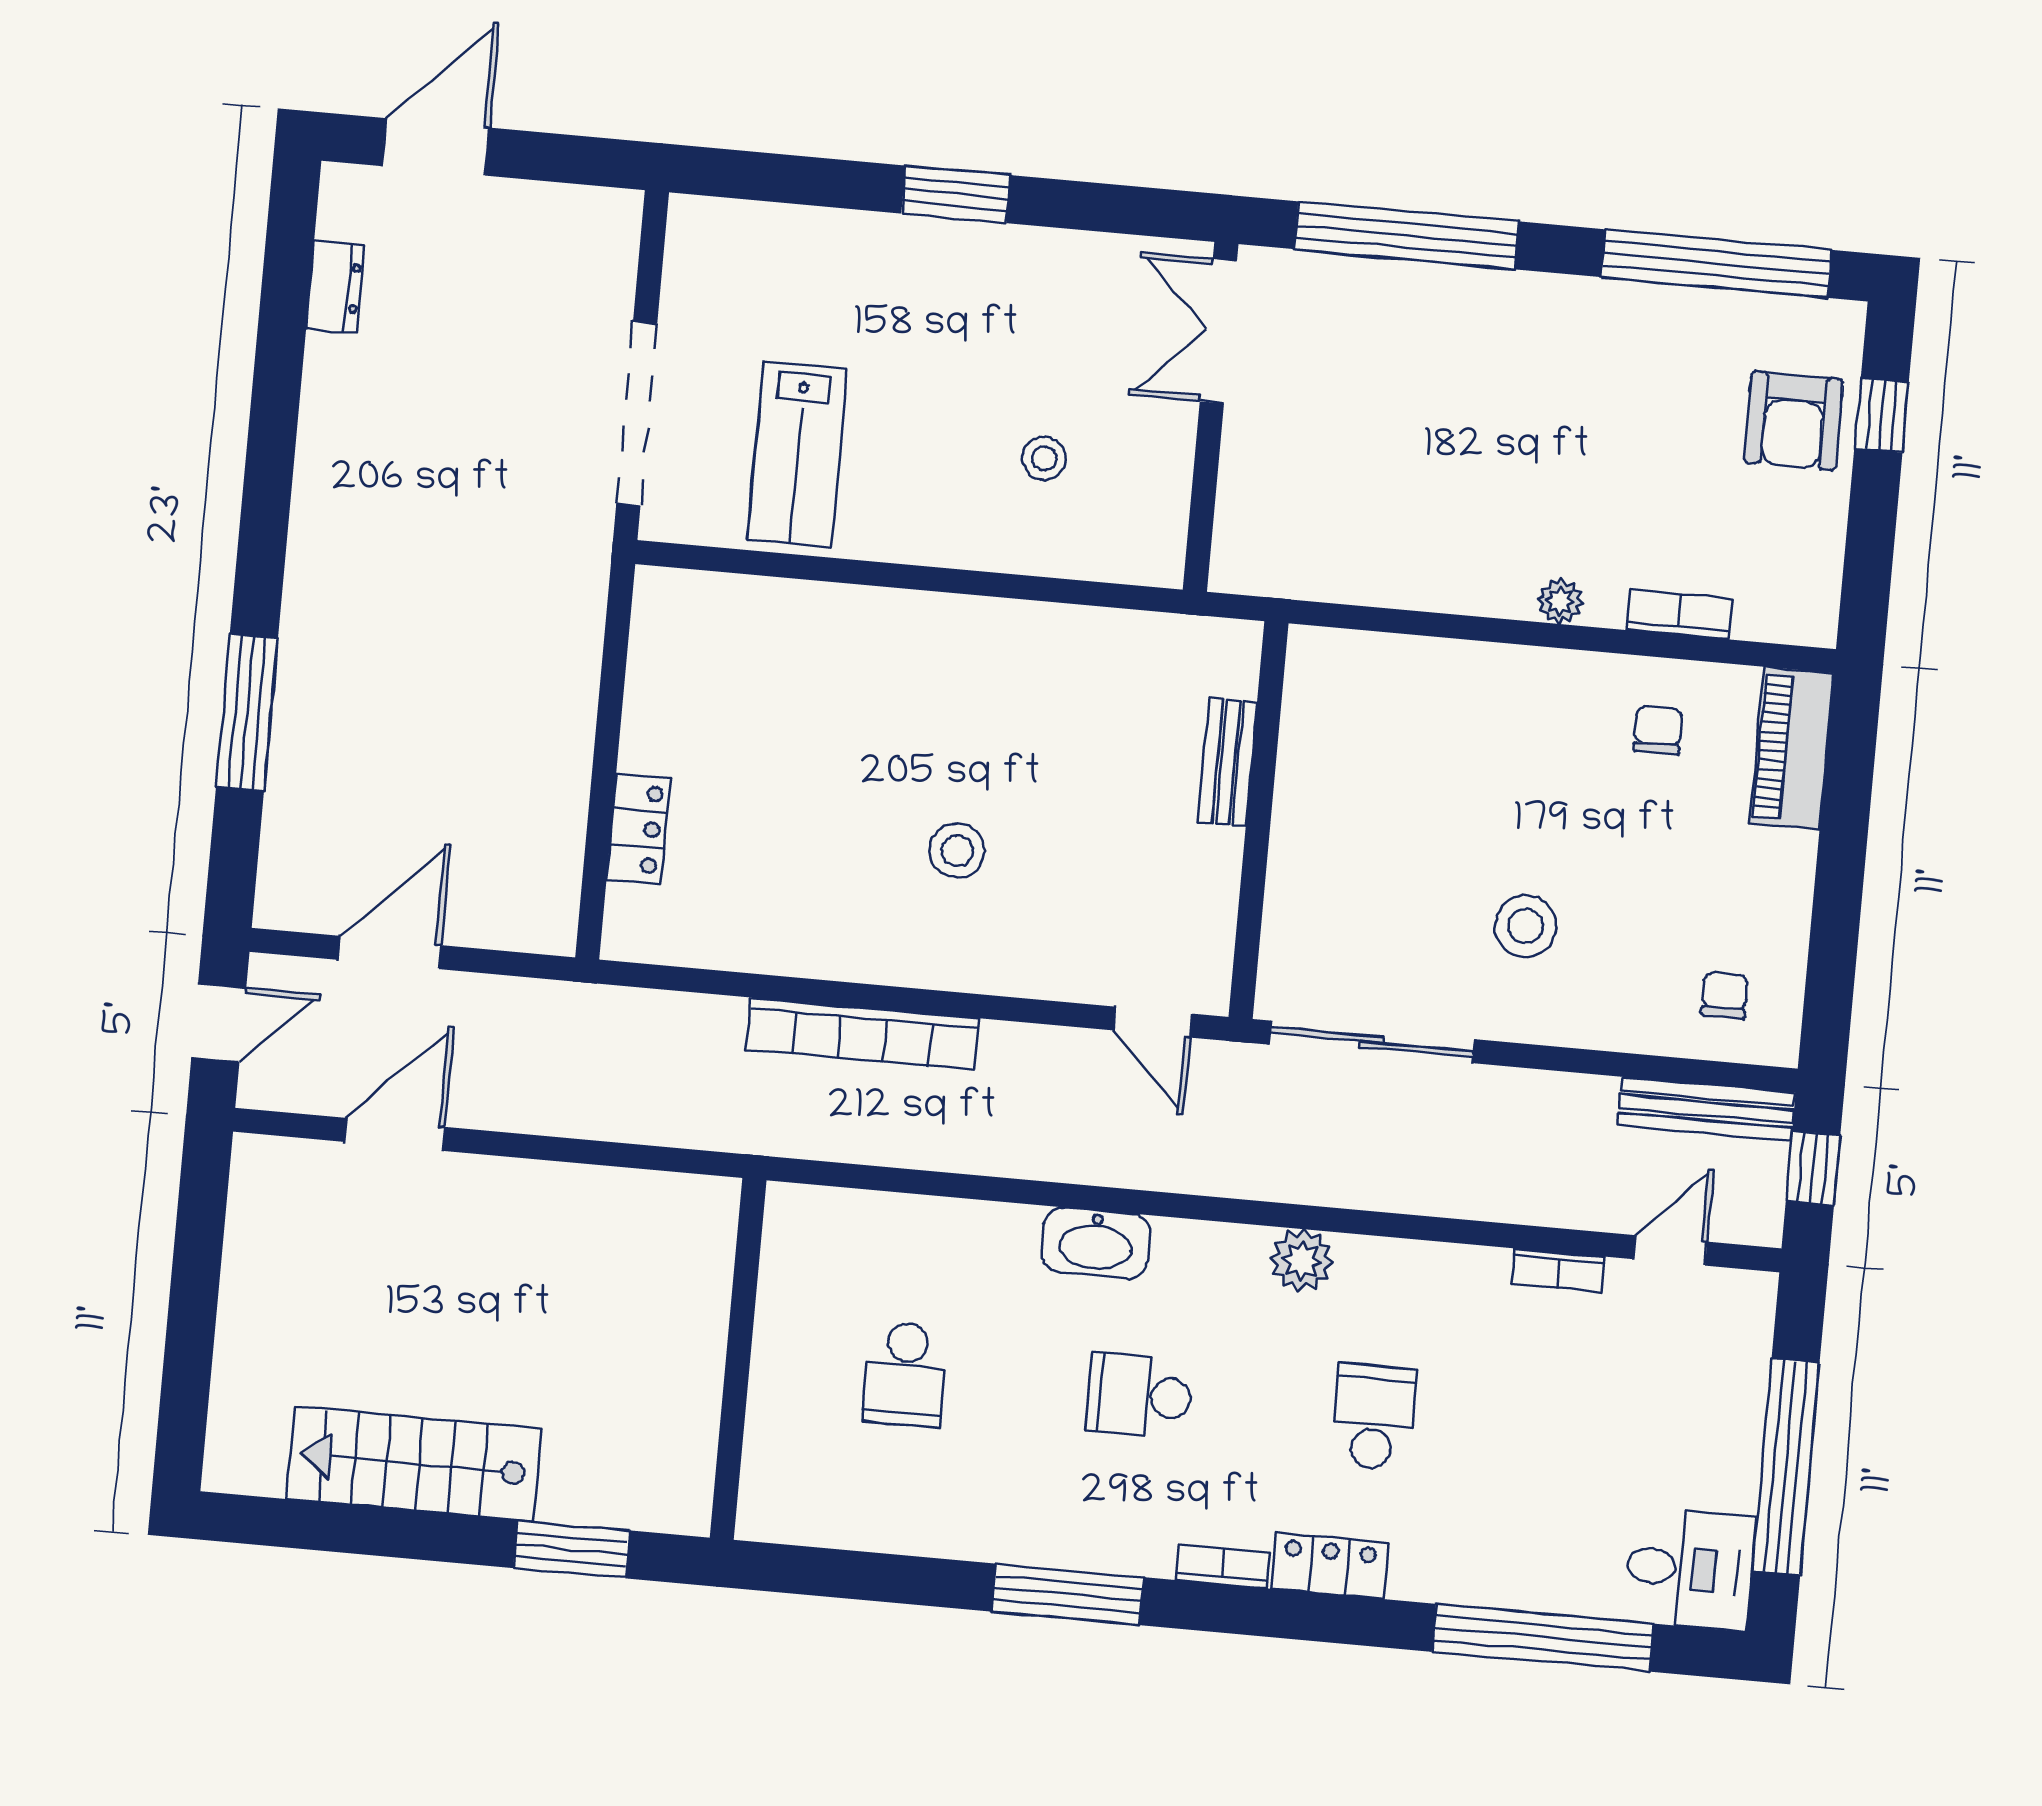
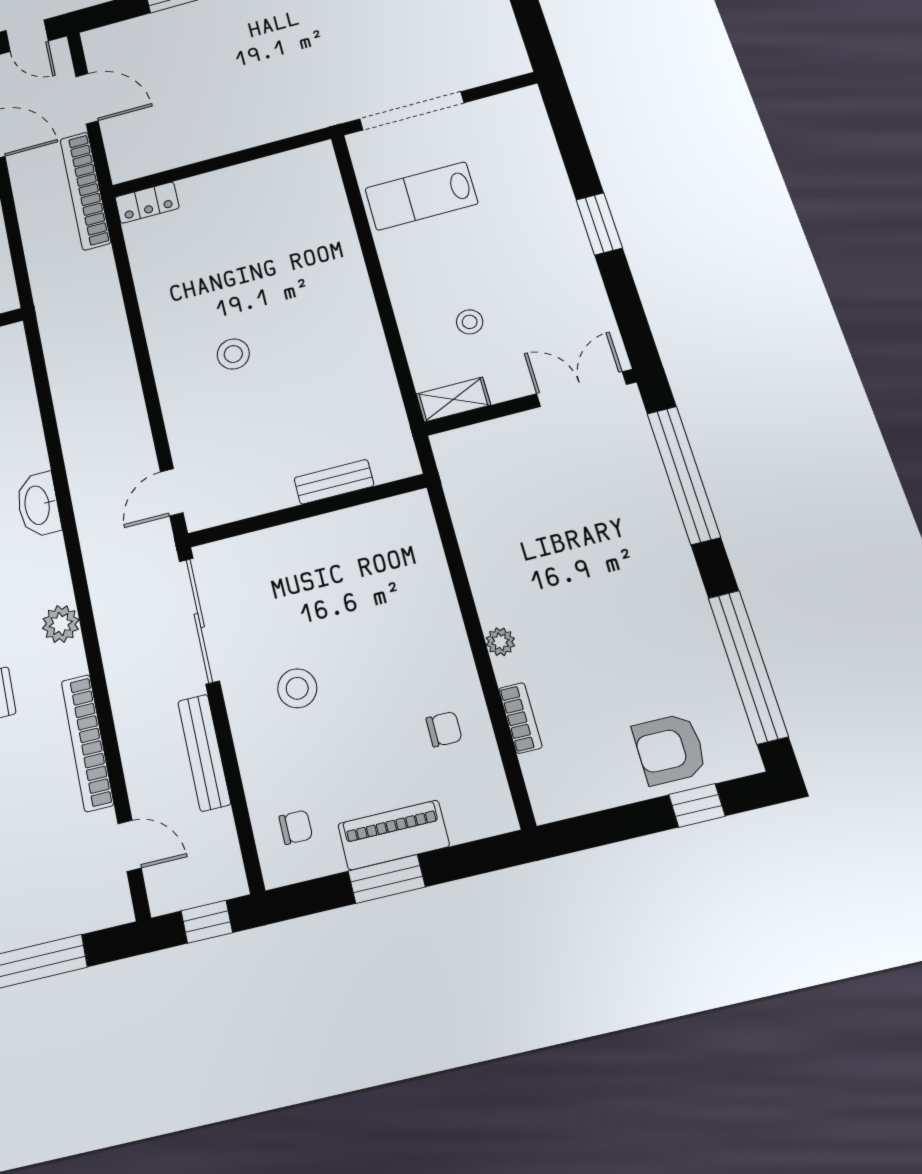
shelving: (1163, 531) -> (453, 399), added
piano: (1792, 748) -> (393, 835), moved
locker: (638, 829) -> (147, 203), moved
window: (1838, 888) -> (387, 879), added
bookcase: (863, 1034) -> (85, 191), moved
bench: (1707, 1109) -> (204, 752), moved
bookcase: (1558, 1270) -> (87, 743), width x2.31, depth x1.31

